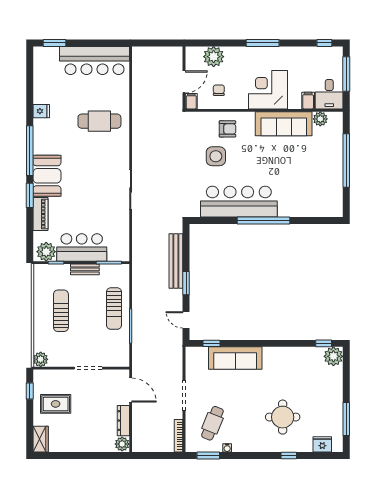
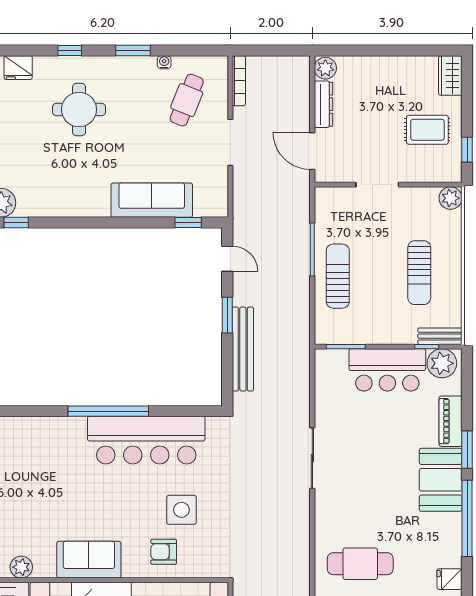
sofa: (284, 124) -> (89, 560), width x0.73
bench: (85, 269) -> (440, 336), moved
window: (208, 456) -> (133, 50), moved

